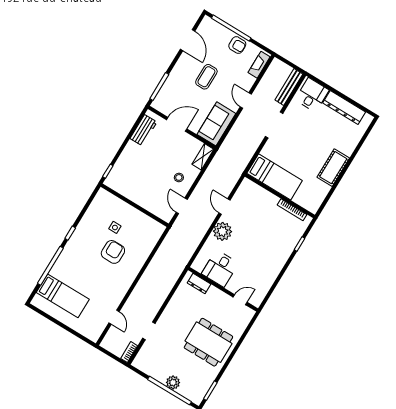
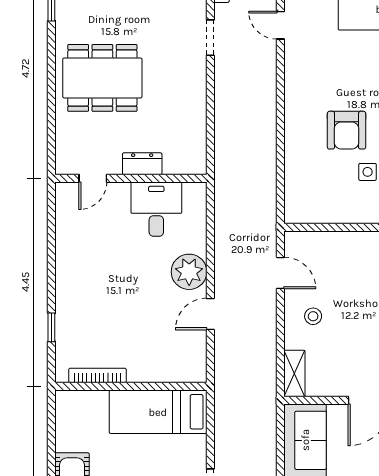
door: (224, 207) -> (210, 314), swing flipped
dresser: (199, 284) -> (142, 164), moved

